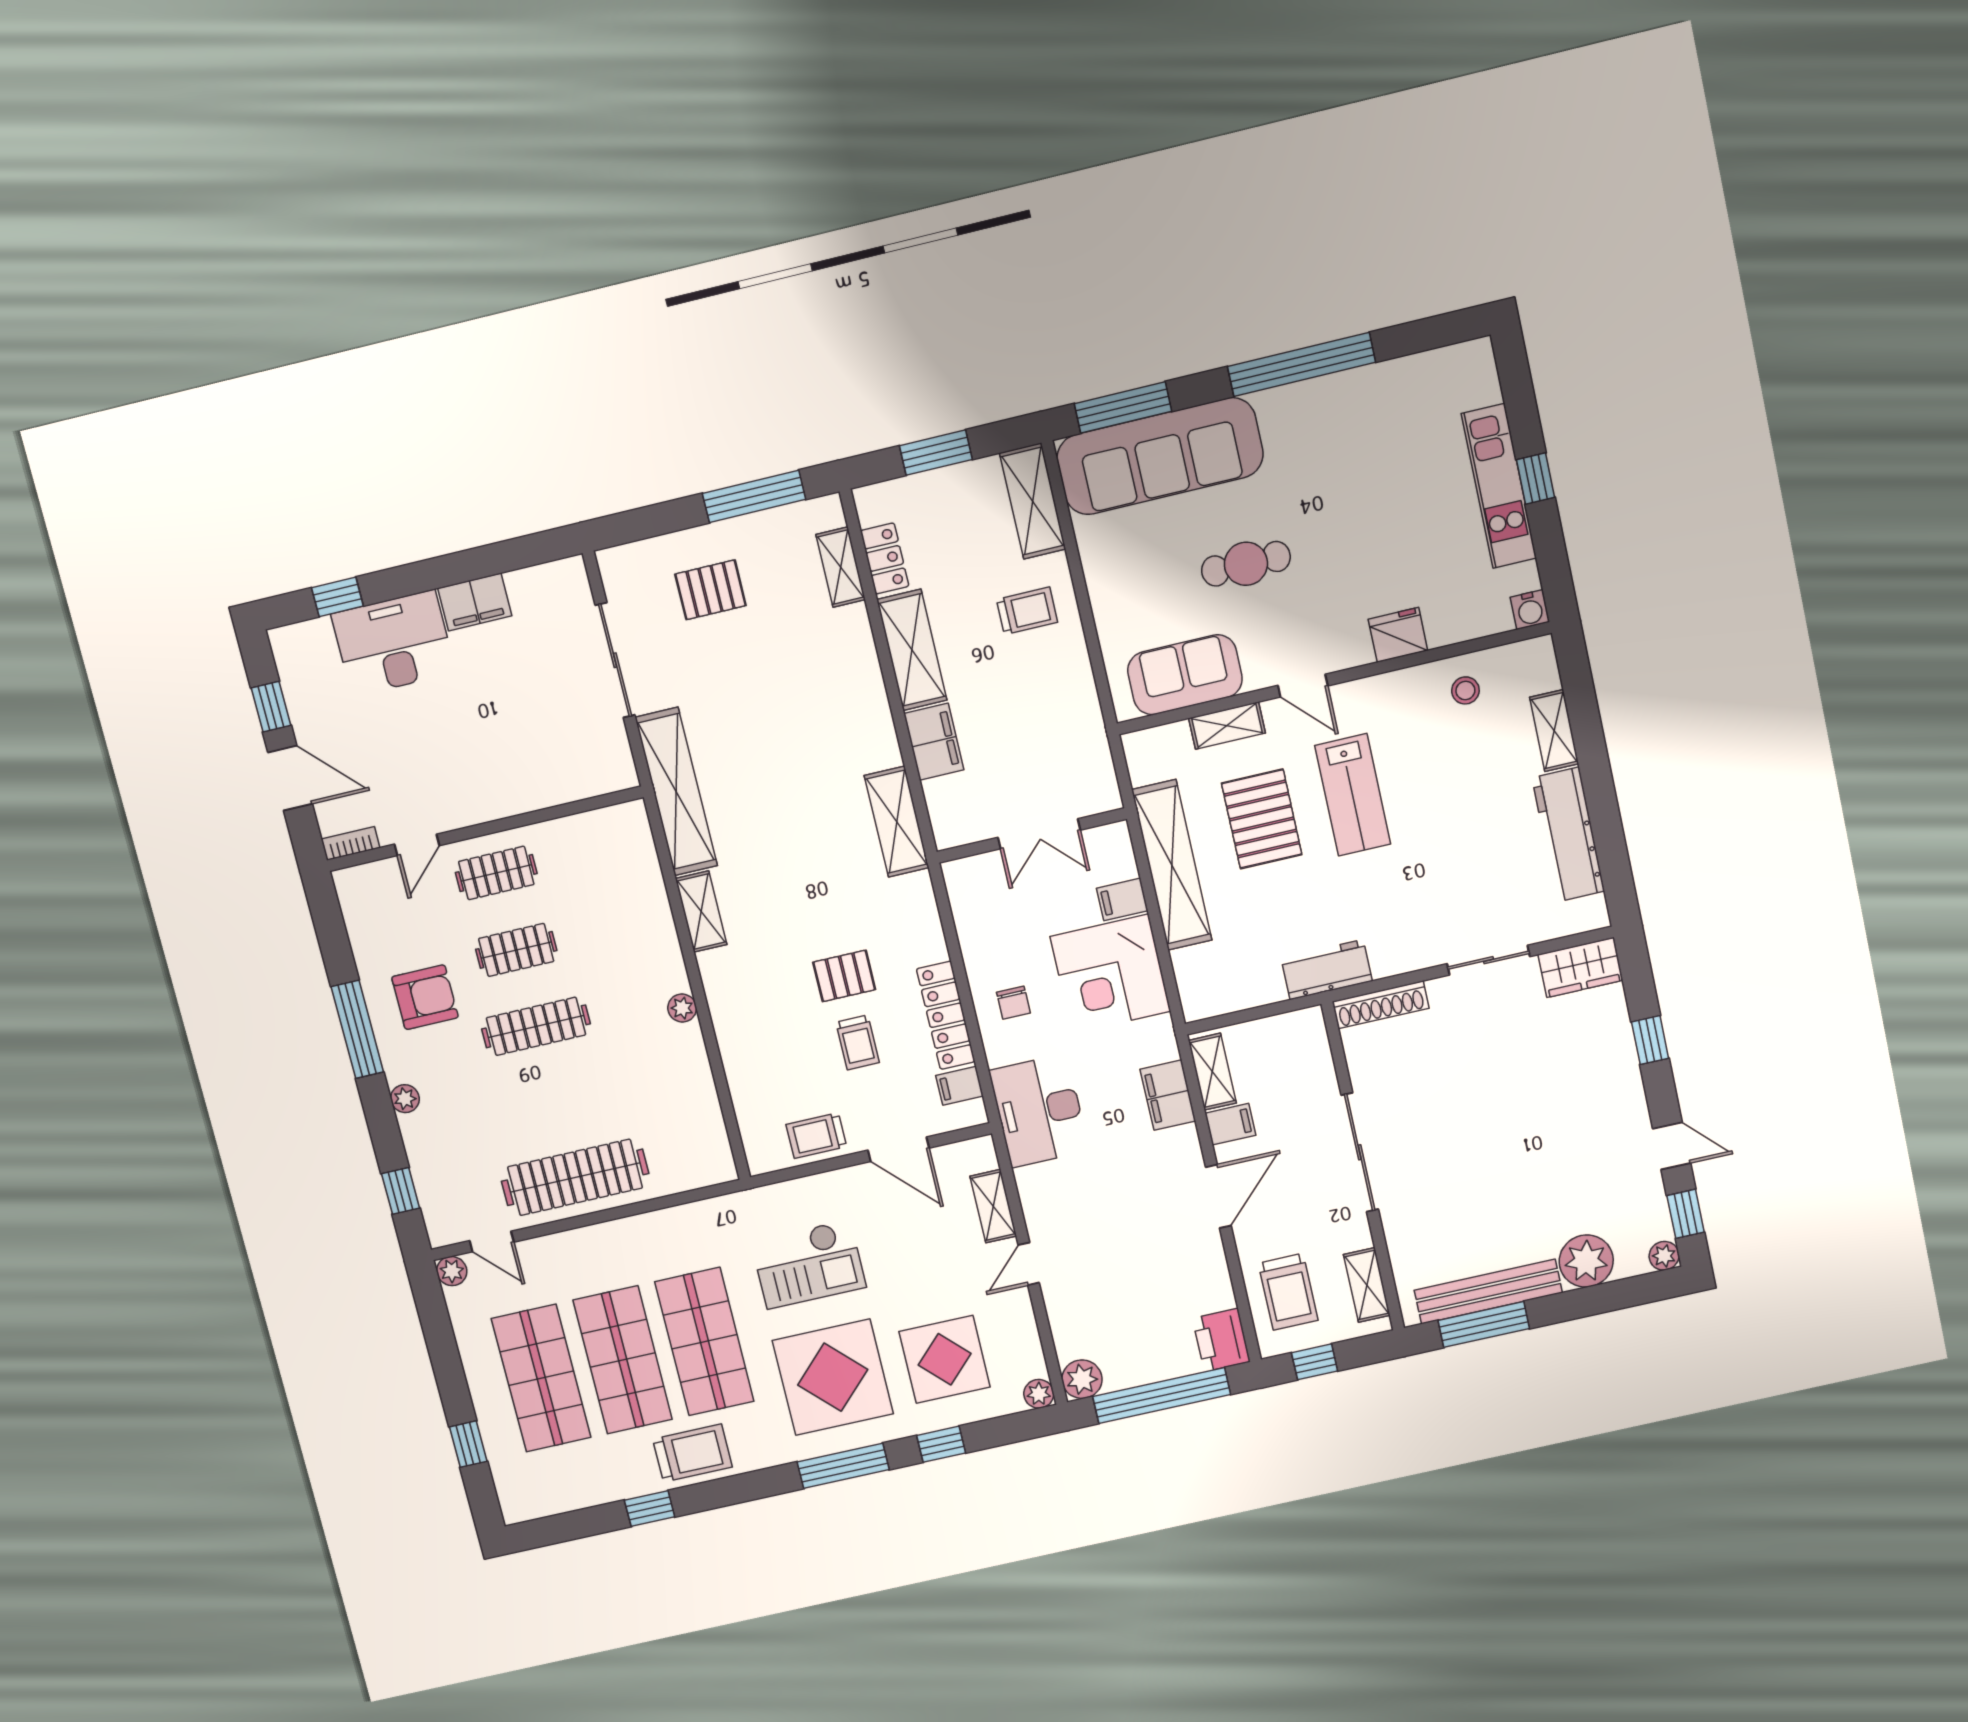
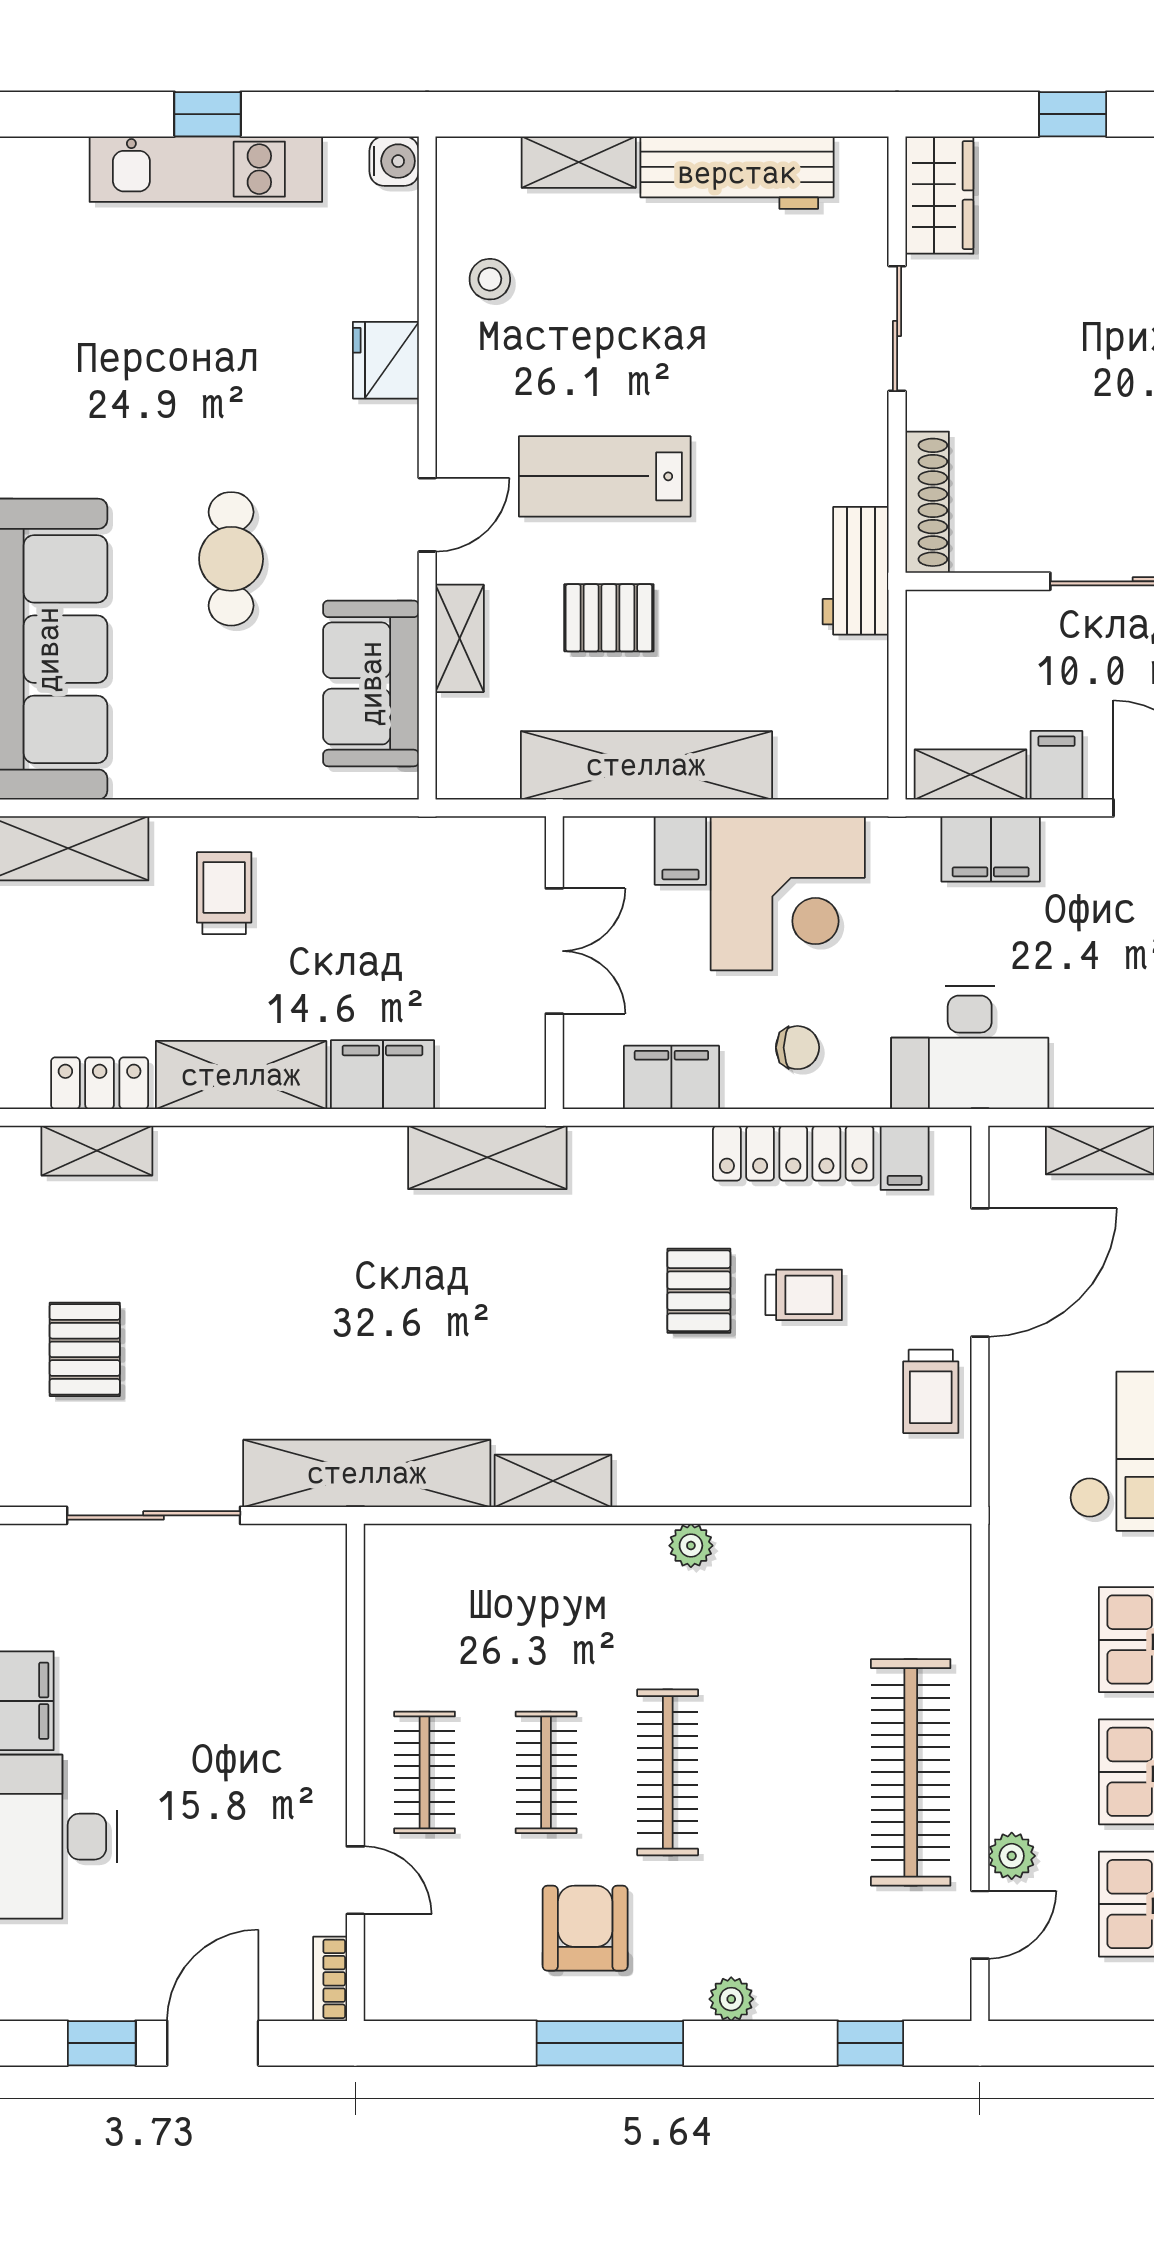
lab bench: (1353, 795) -> (605, 476), turned 180
pallet: (1262, 819) -> (609, 618), width x0.67, depth x0.71
filing cabinet: (976, 927) -> (671, 1077), added
door: (898, 1149) -> (980, 1272), width x1.36
plant: (452, 1271) -> (1012, 1856), moved

